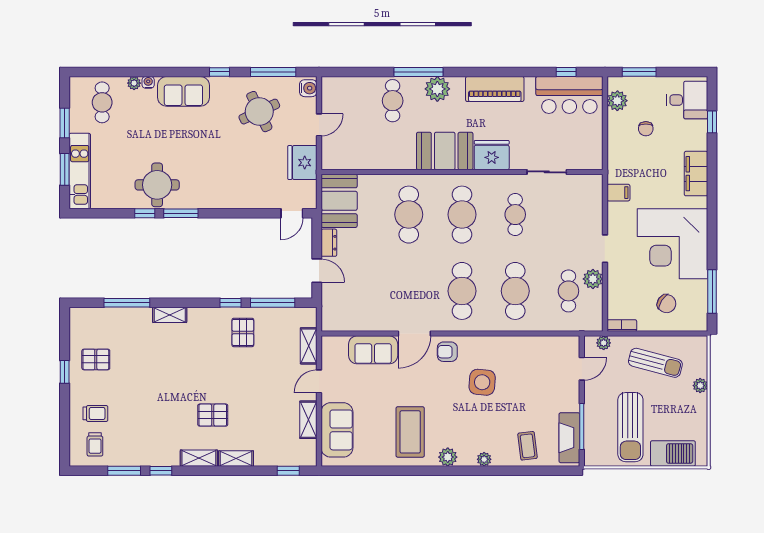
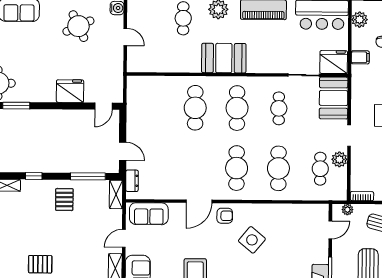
door: (319, 125) -> (125, 37), hinge flipped
fridge: (492, 155) -> (334, 62), moved
fridge: (302, 163) -> (70, 91), moved, turned 90
filing cabinet: (618, 193) -> (360, 57), moved
booth: (339, 201) -> (334, 98), moved
dresser: (329, 243) -> (132, 181), moved
window: (231, 303) -> (34, 176), moved
shelving: (309, 346) -> (116, 194), moved
sofa: (373, 350) -> (149, 214), moved
armchair: (447, 352) -> (225, 216), turned 180
side table: (482, 382) -> (252, 240), turned 35

